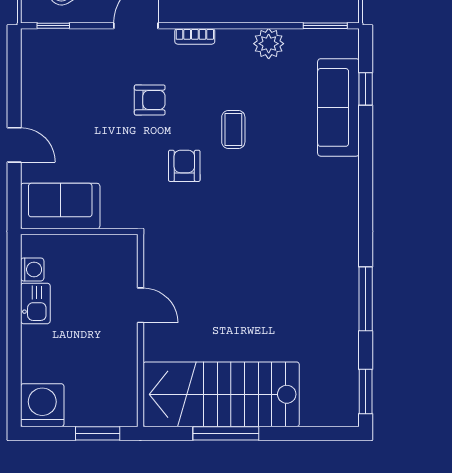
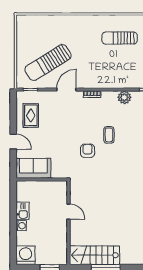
rug: (54, 85) -> (31, 115), added
armchair: (150, 100) -> (72, 122), removed
washing machine: (32, 269) -> (21, 226), moved
stairs: (221, 394) -> (95, 255), width x0.73, depth x0.66

